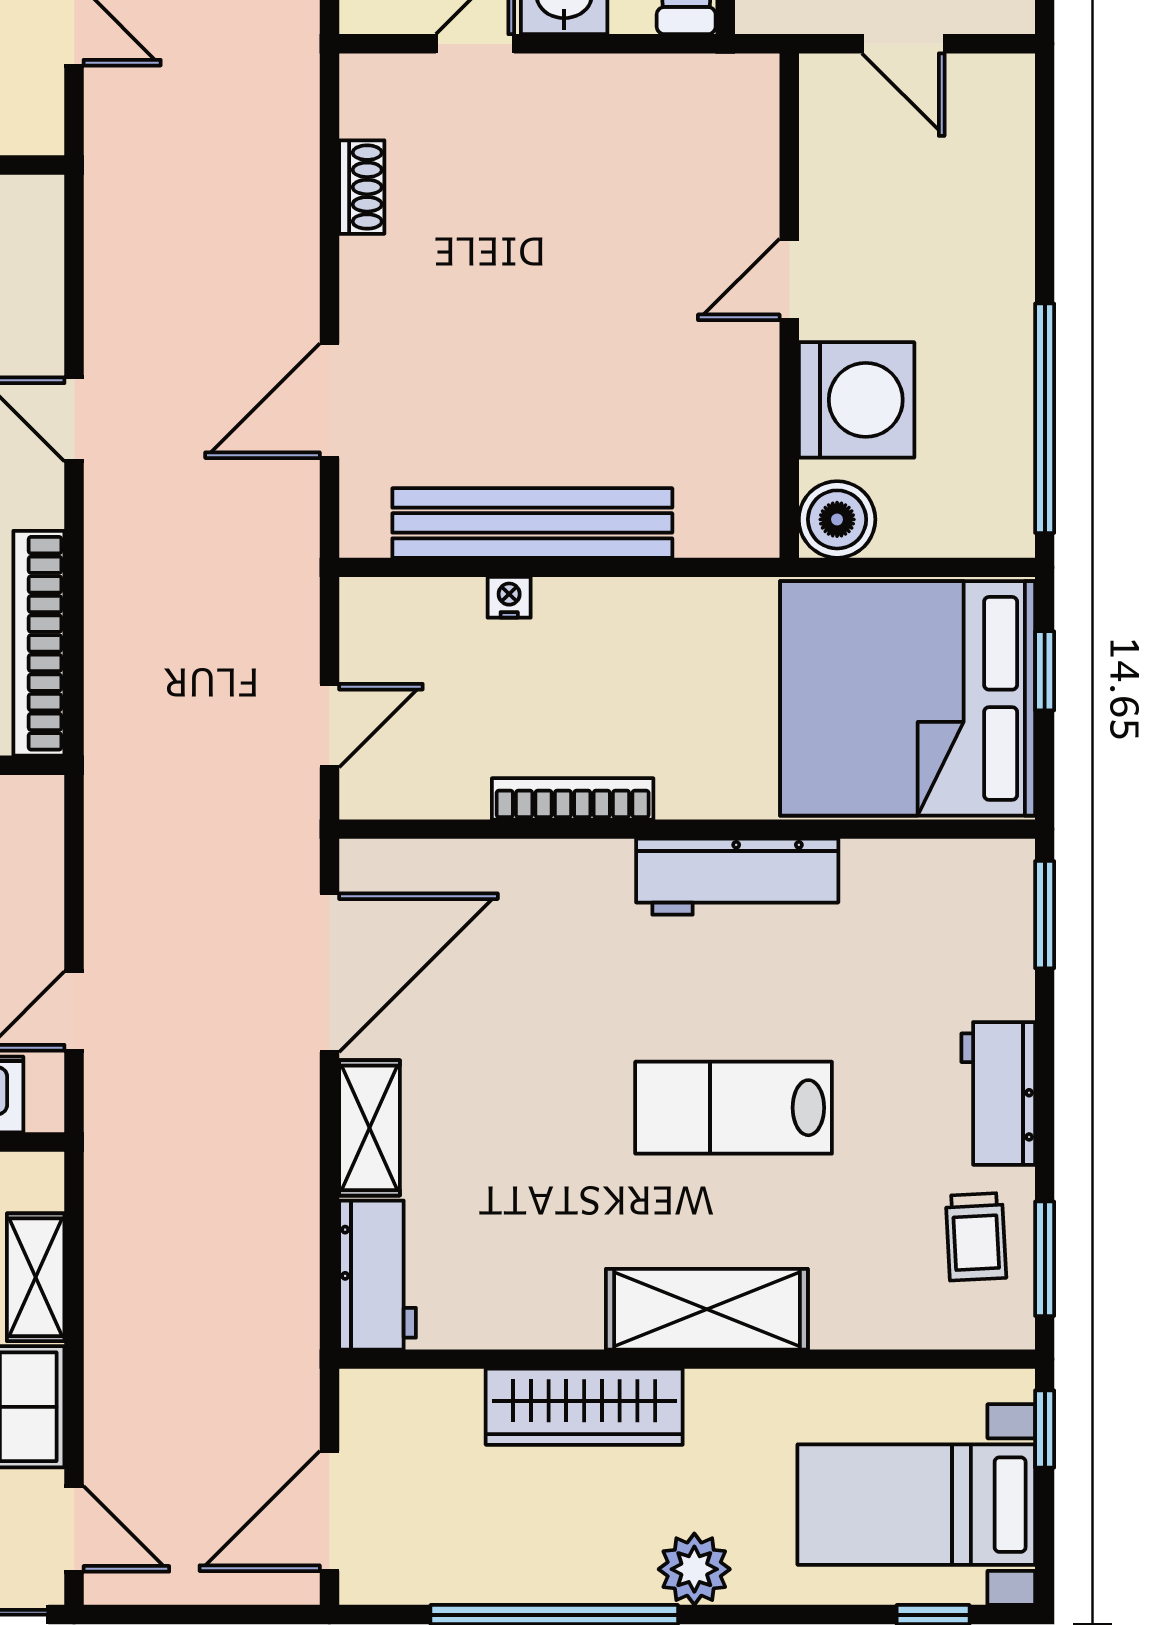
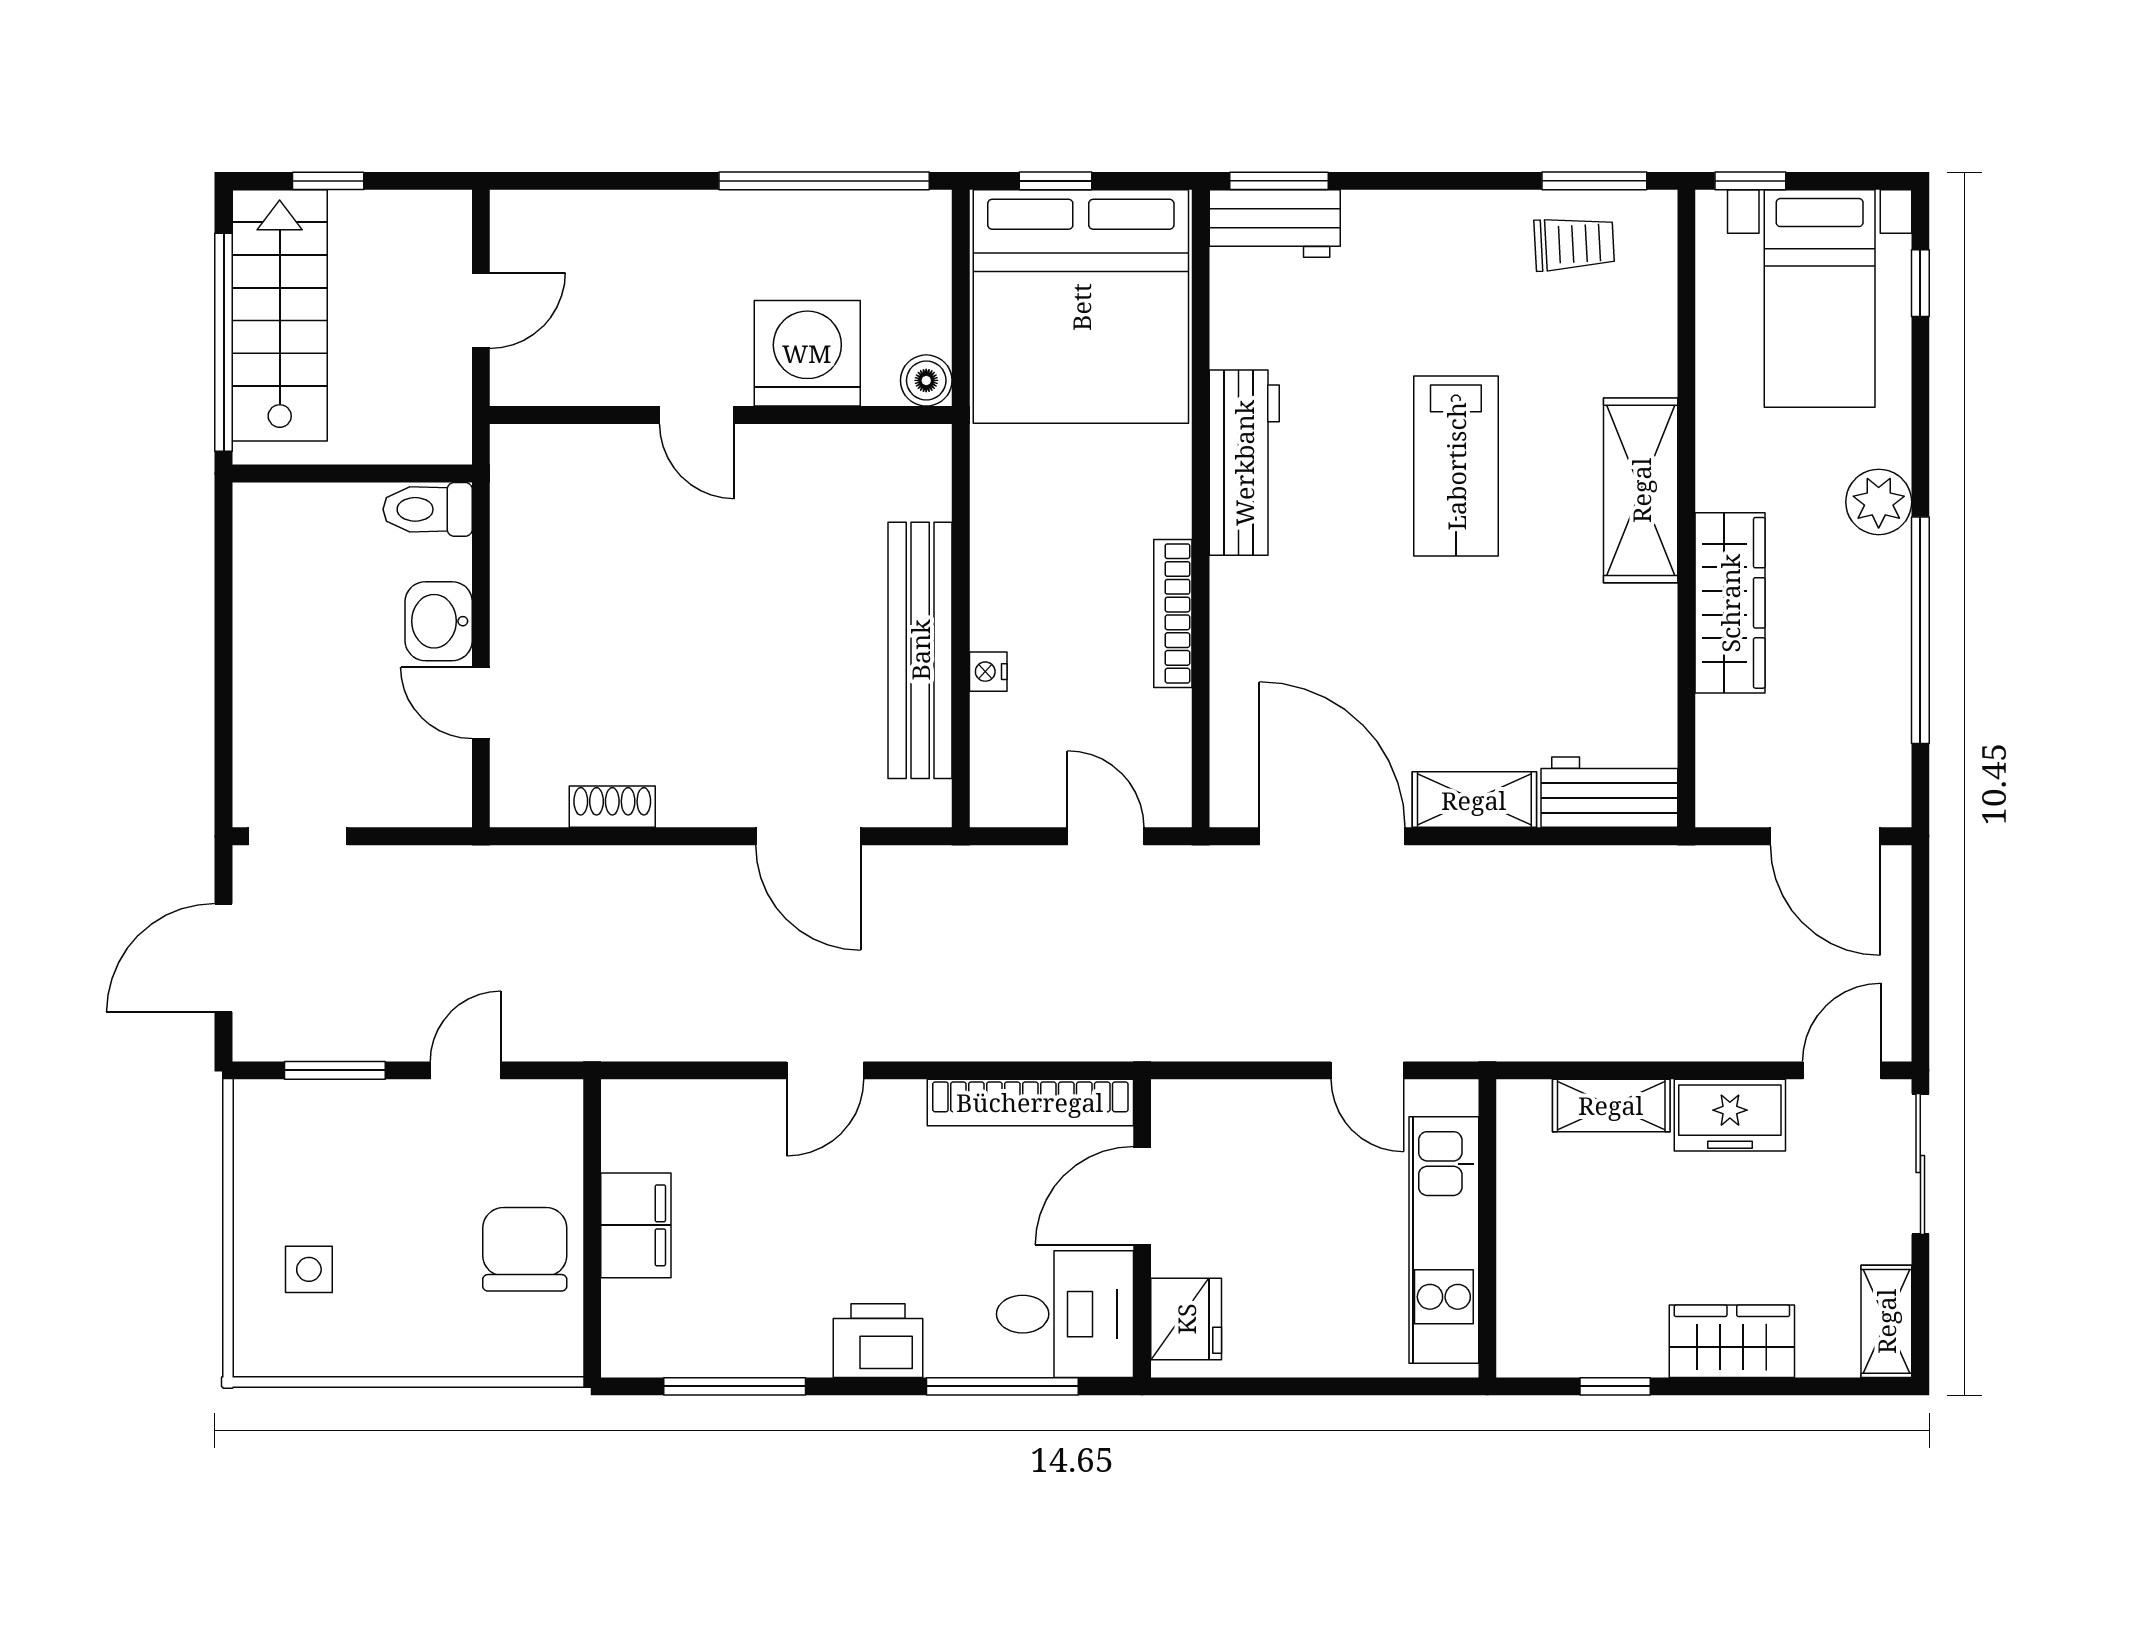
boiler: (837, 519) -> (926, 380), width x0.73, depth x0.73
workbench: (998, 1093) -> (1275, 224), moved

